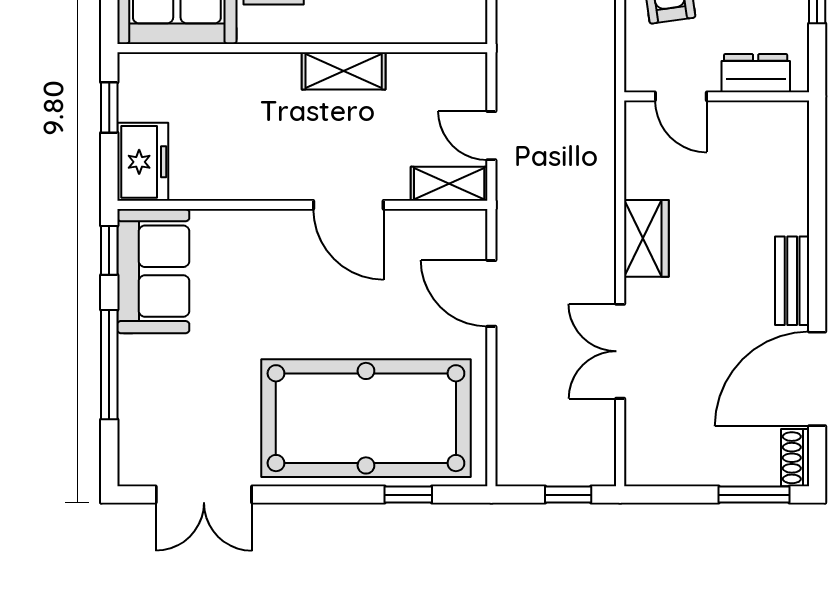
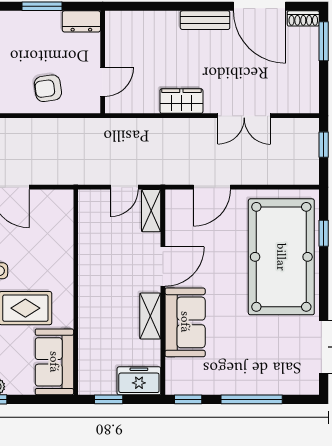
shelving: (344, 71) -> (150, 316), moved
dresser: (756, 73) -> (81, 21), moved, turned -90
sofa: (153, 271) -> (185, 322), moved, turned 90

